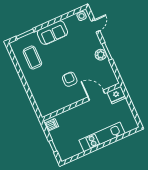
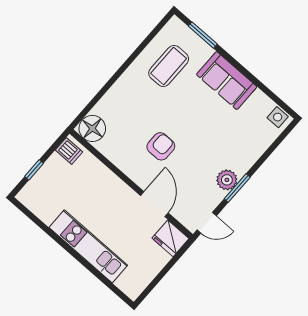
door: (96, 26) -> (207, 223), moved
floor lamp: (46, 109) -> (92, 128), added

